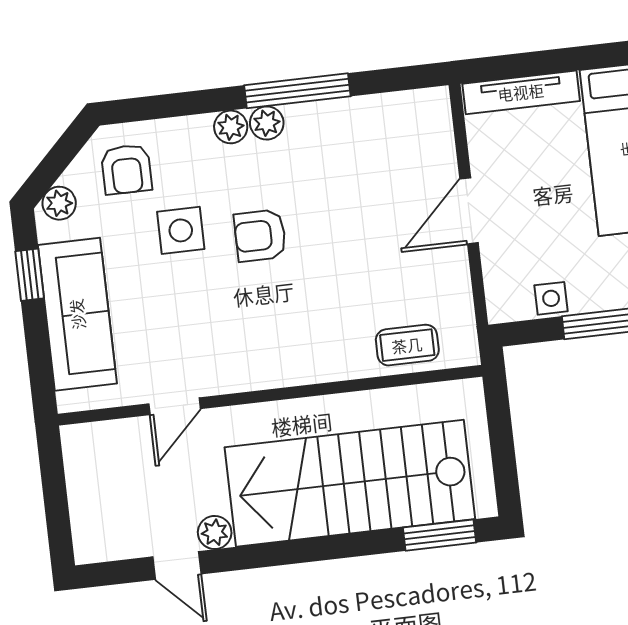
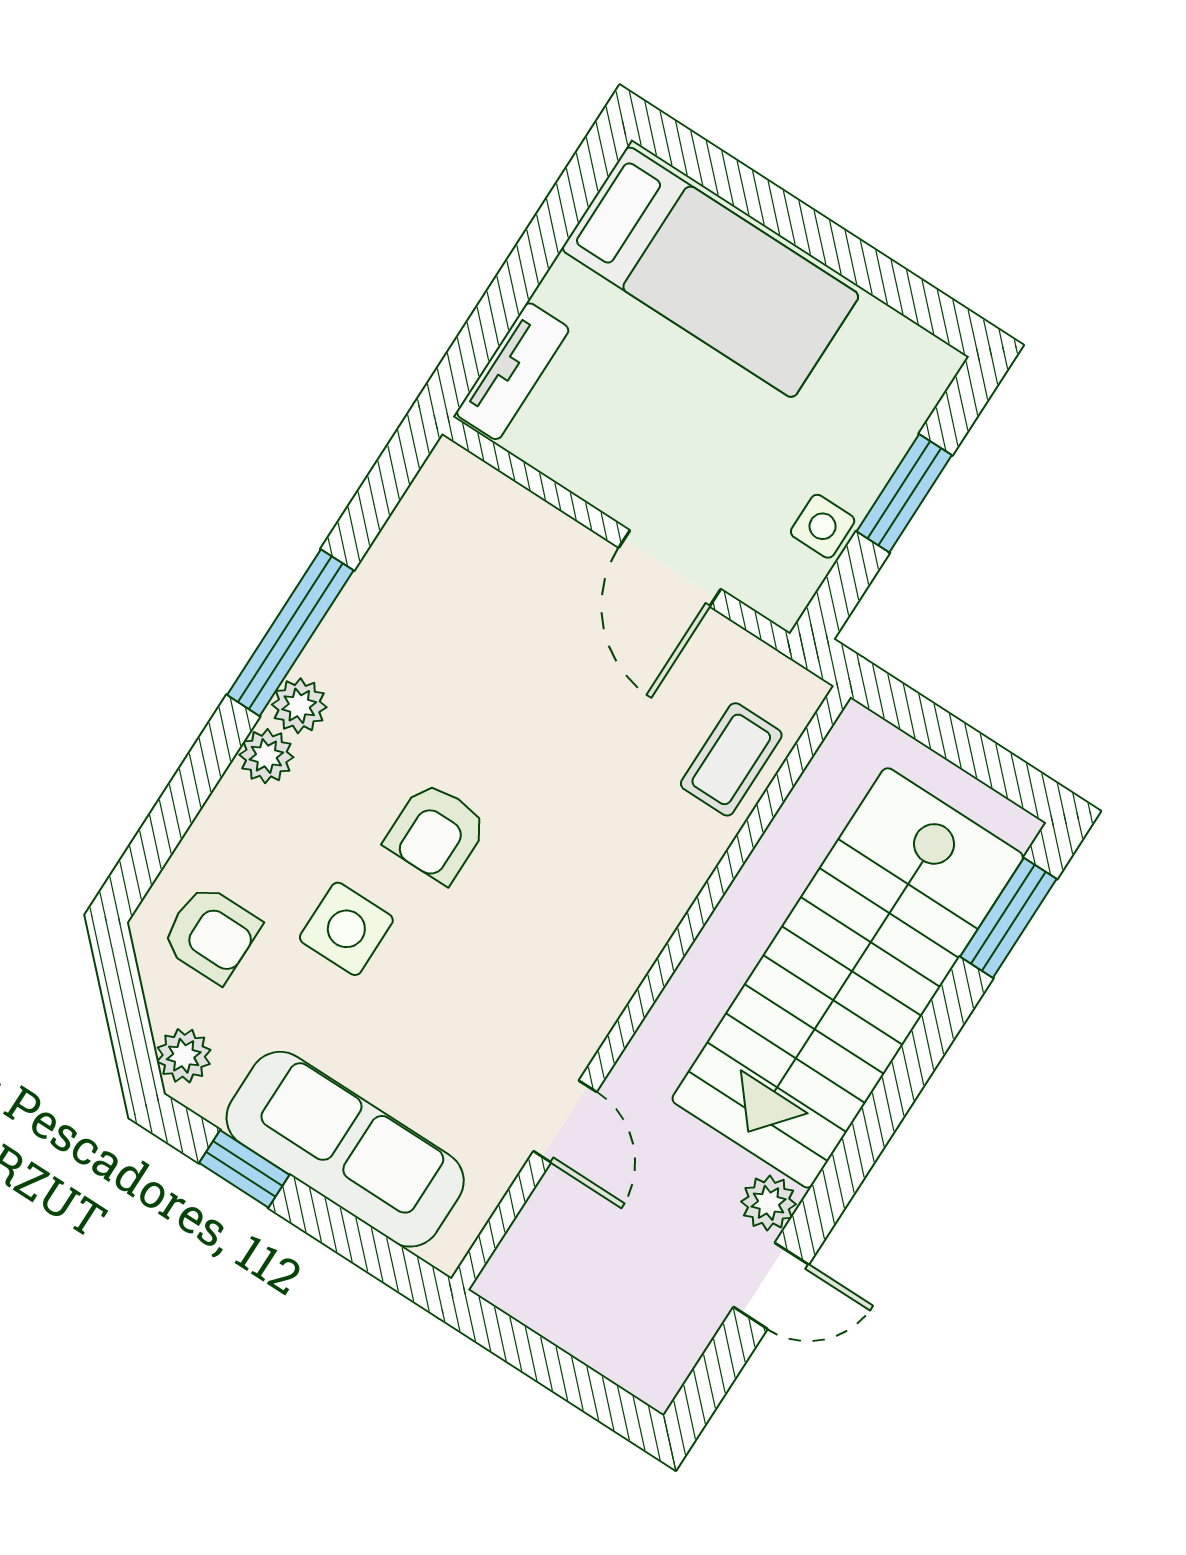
tv unit: (521, 92) -> (513, 371), width x0.71
door: (469, 211) -> (670, 568), moved

